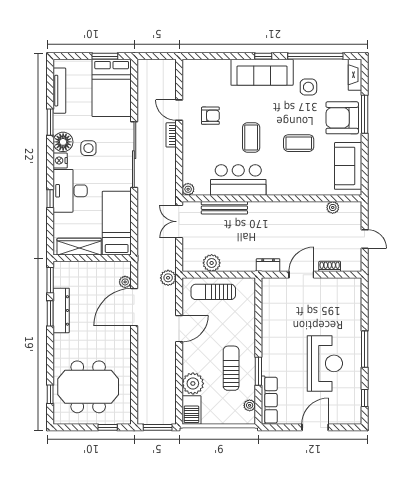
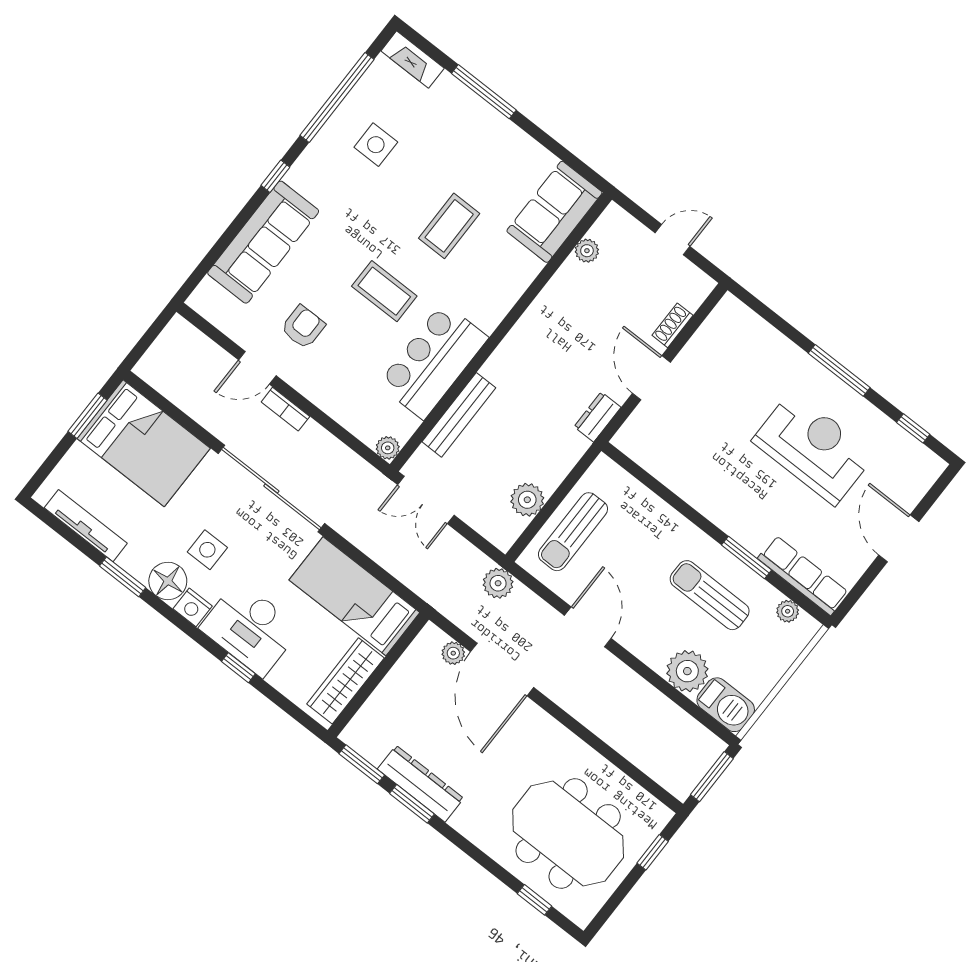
sofa: (262, 72) -> (263, 242), moved
armchair: (342, 118) -> (462, 130), removed
sofa: (348, 166) -> (554, 212), moved, turned 90
meeting table: (88, 387) -> (568, 834), turned 90

